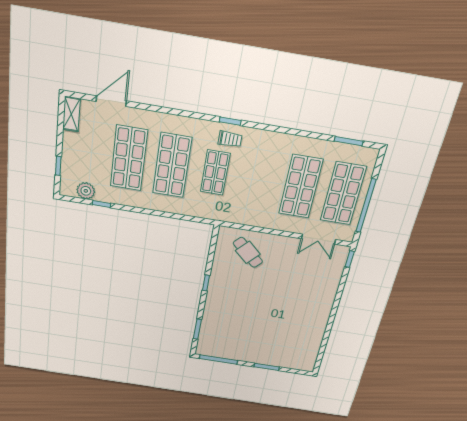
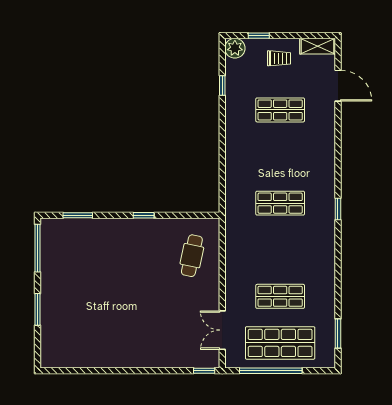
trolley: (230, 139) -> (279, 58), moved, turned -90
shop shelf: (129, 158) -> (280, 110), width x0.70, depth x0.74
shop shelf: (172, 165) -> (280, 157), removed
shop shelf: (301, 187) -> (280, 296), width x0.70, depth x0.74
plant: (86, 191) -> (235, 48), moved
cafe table: (248, 252) -> (192, 256), turned -31

